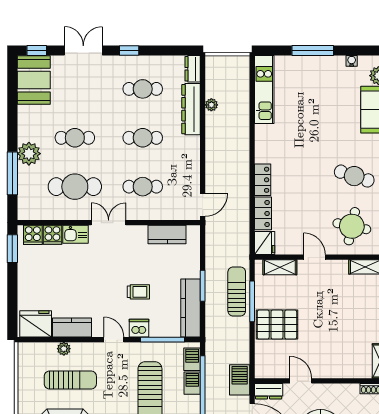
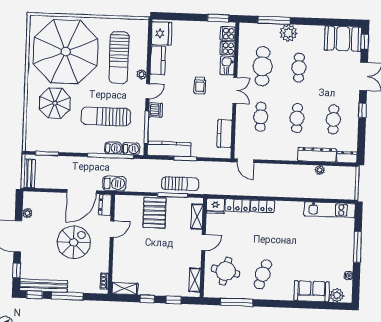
trolley: (138, 292) -> (200, 86), moved
plant: (64, 349) -> (142, 74), moved
sun lounger: (70, 380) -> (119, 58), width x1.36, depth x1.34

